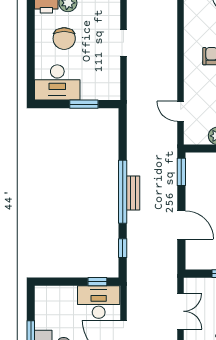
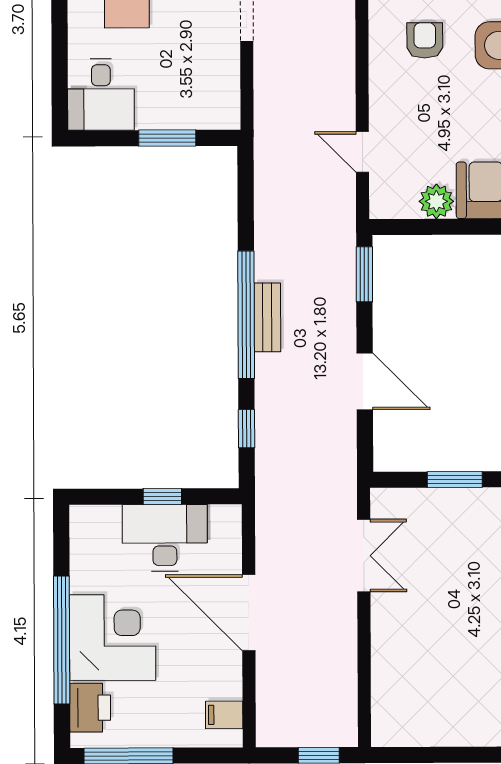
desk: (57, 82) -> (101, 95), width x0.73
window: (97, 282) -> (162, 497), moved
desk: (99, 302) -> (165, 538), moved

